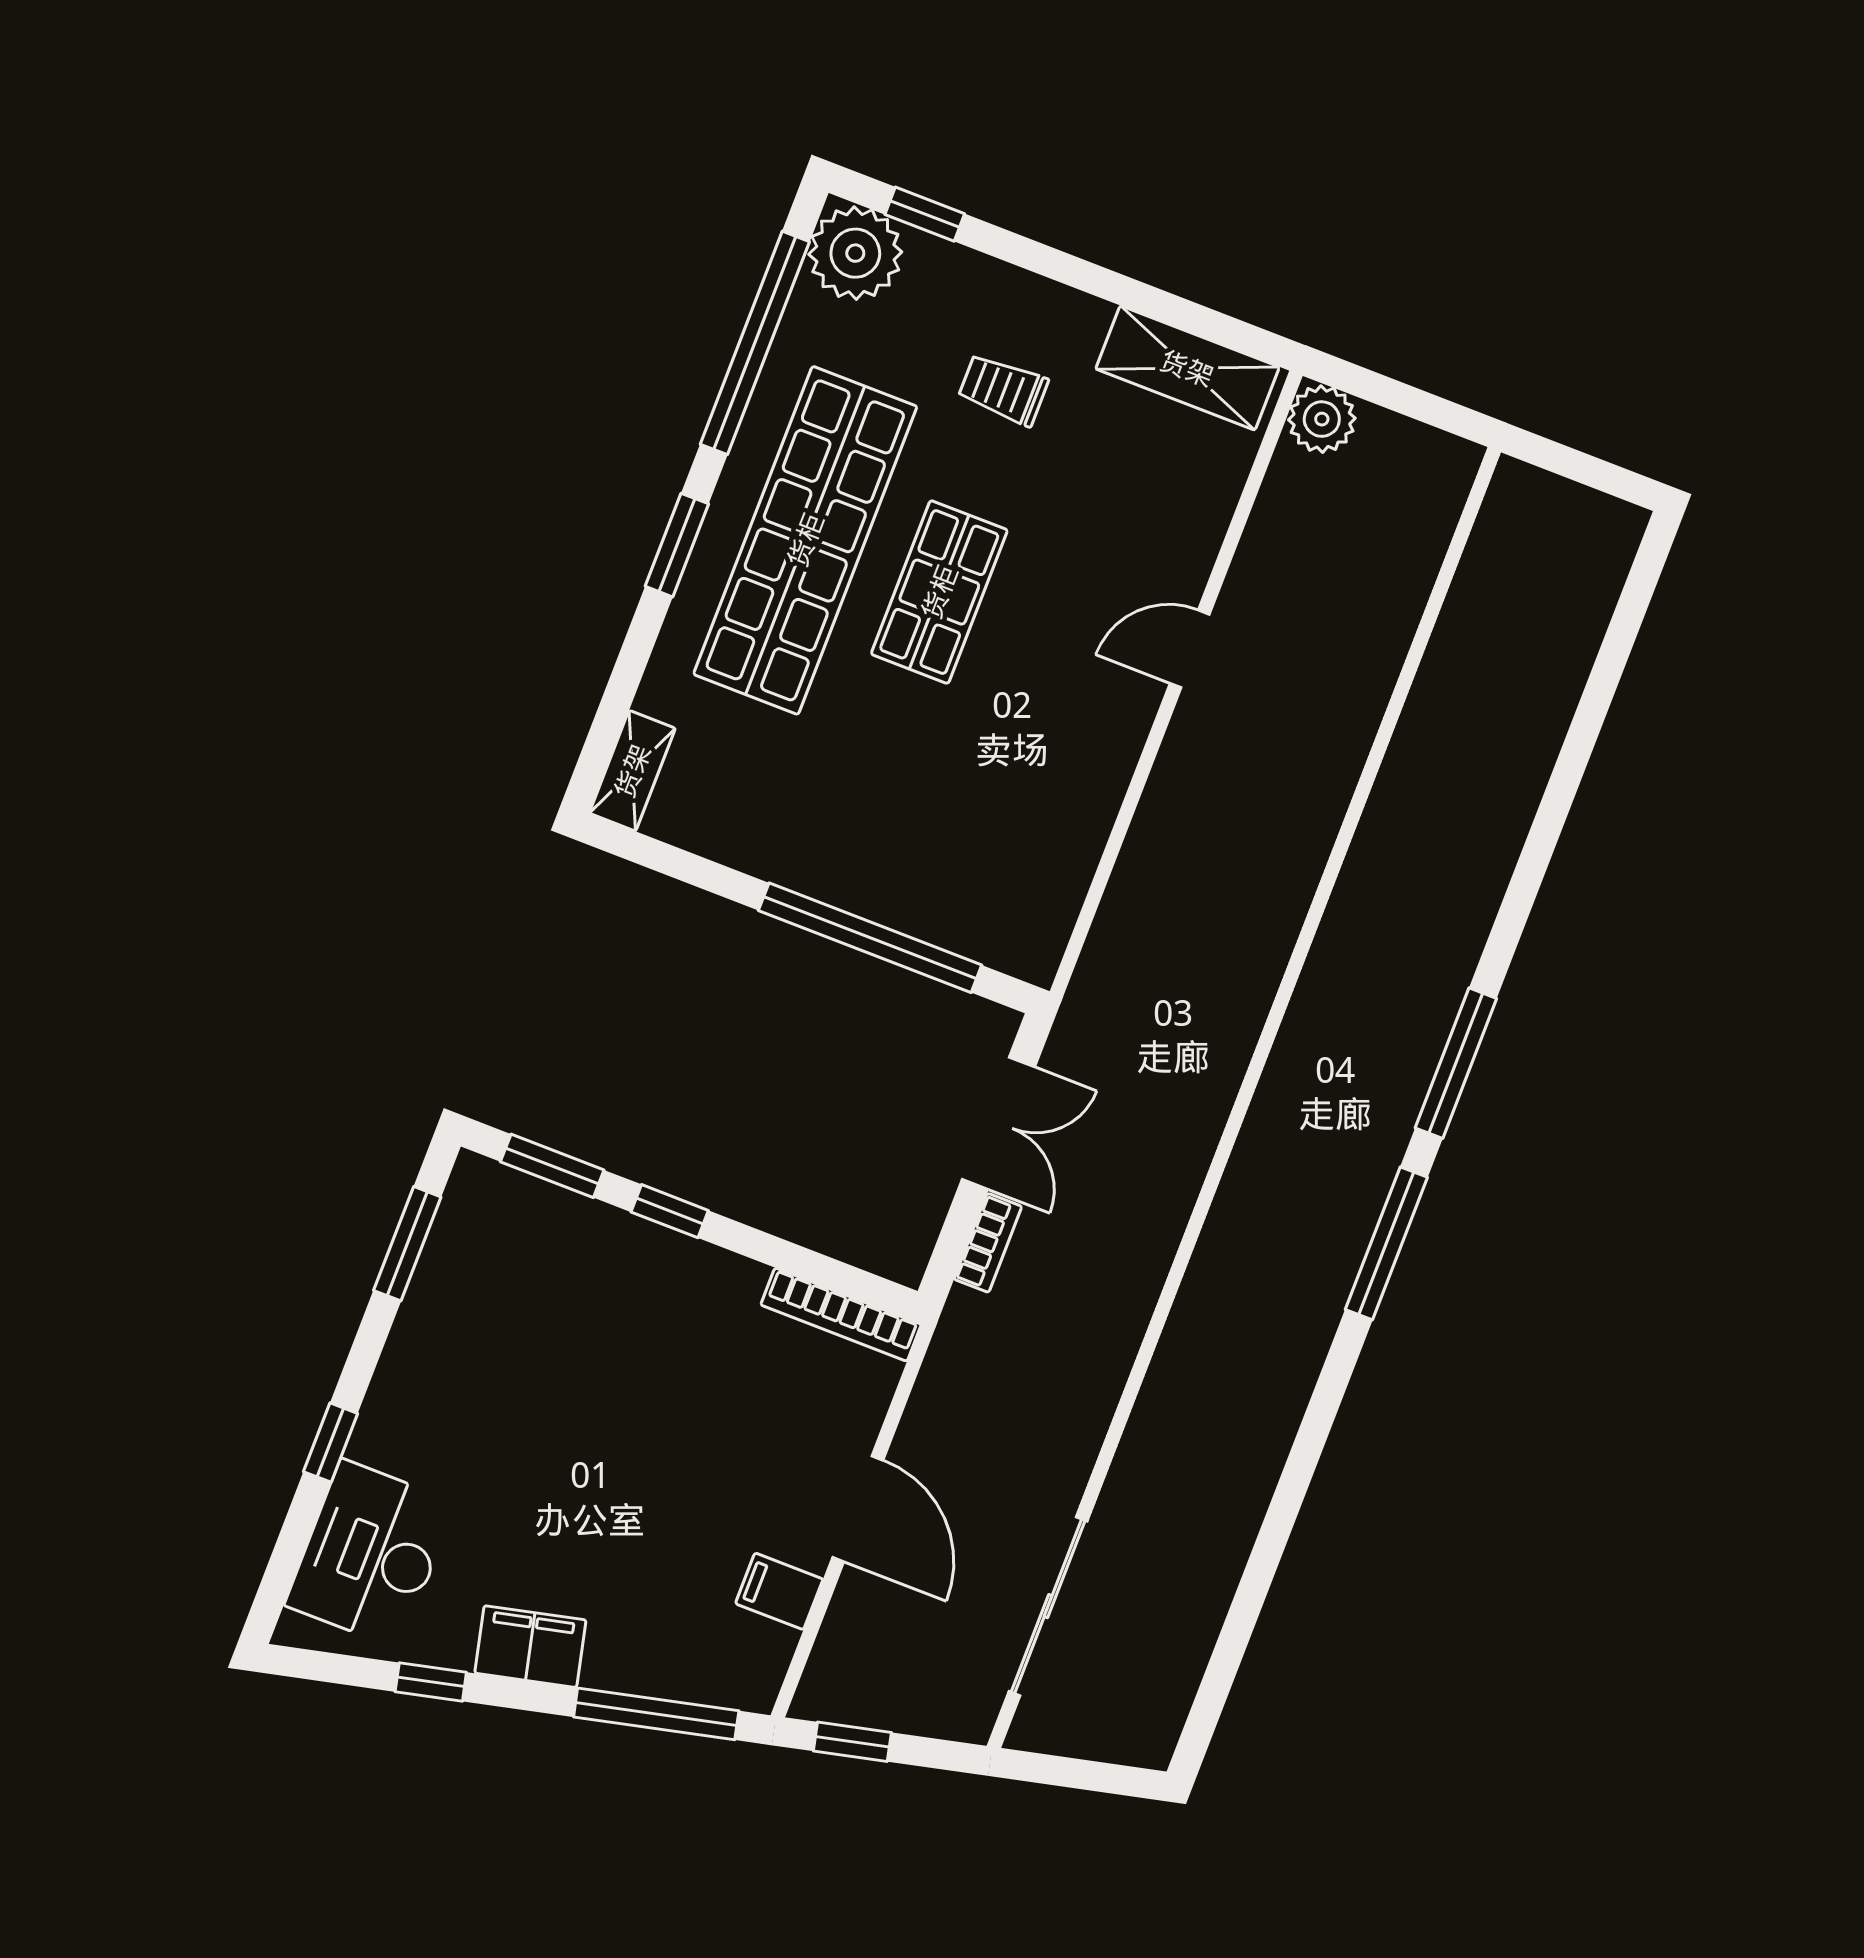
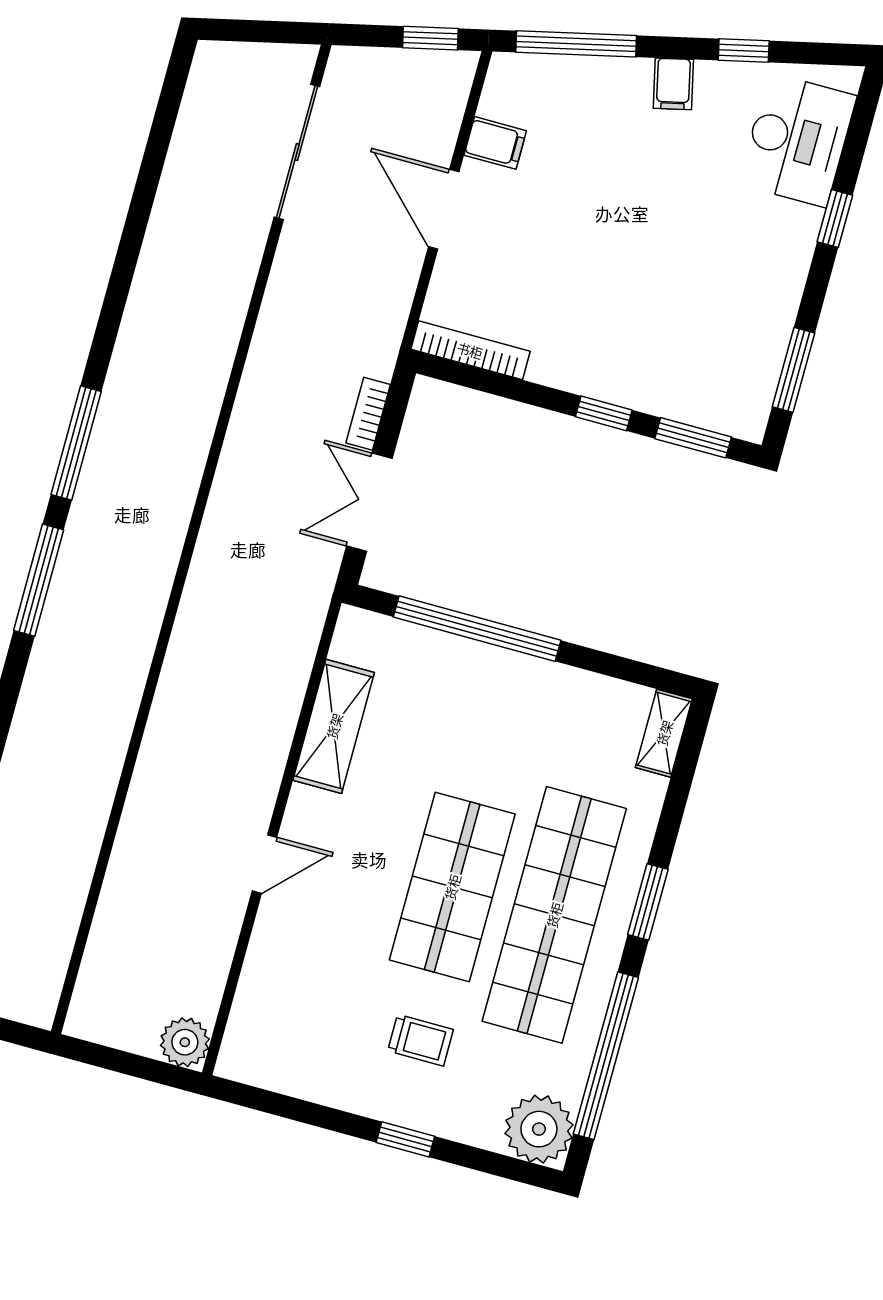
window: (925, 214) -> (405, 1139), moved
shelving: (1187, 368) -> (334, 726), moved, turned 90
shop shelf: (939, 592) -> (452, 887), width x1.43, depth x1.36
filing cabinet: (530, 1647) -> (673, 84), width x0.50

